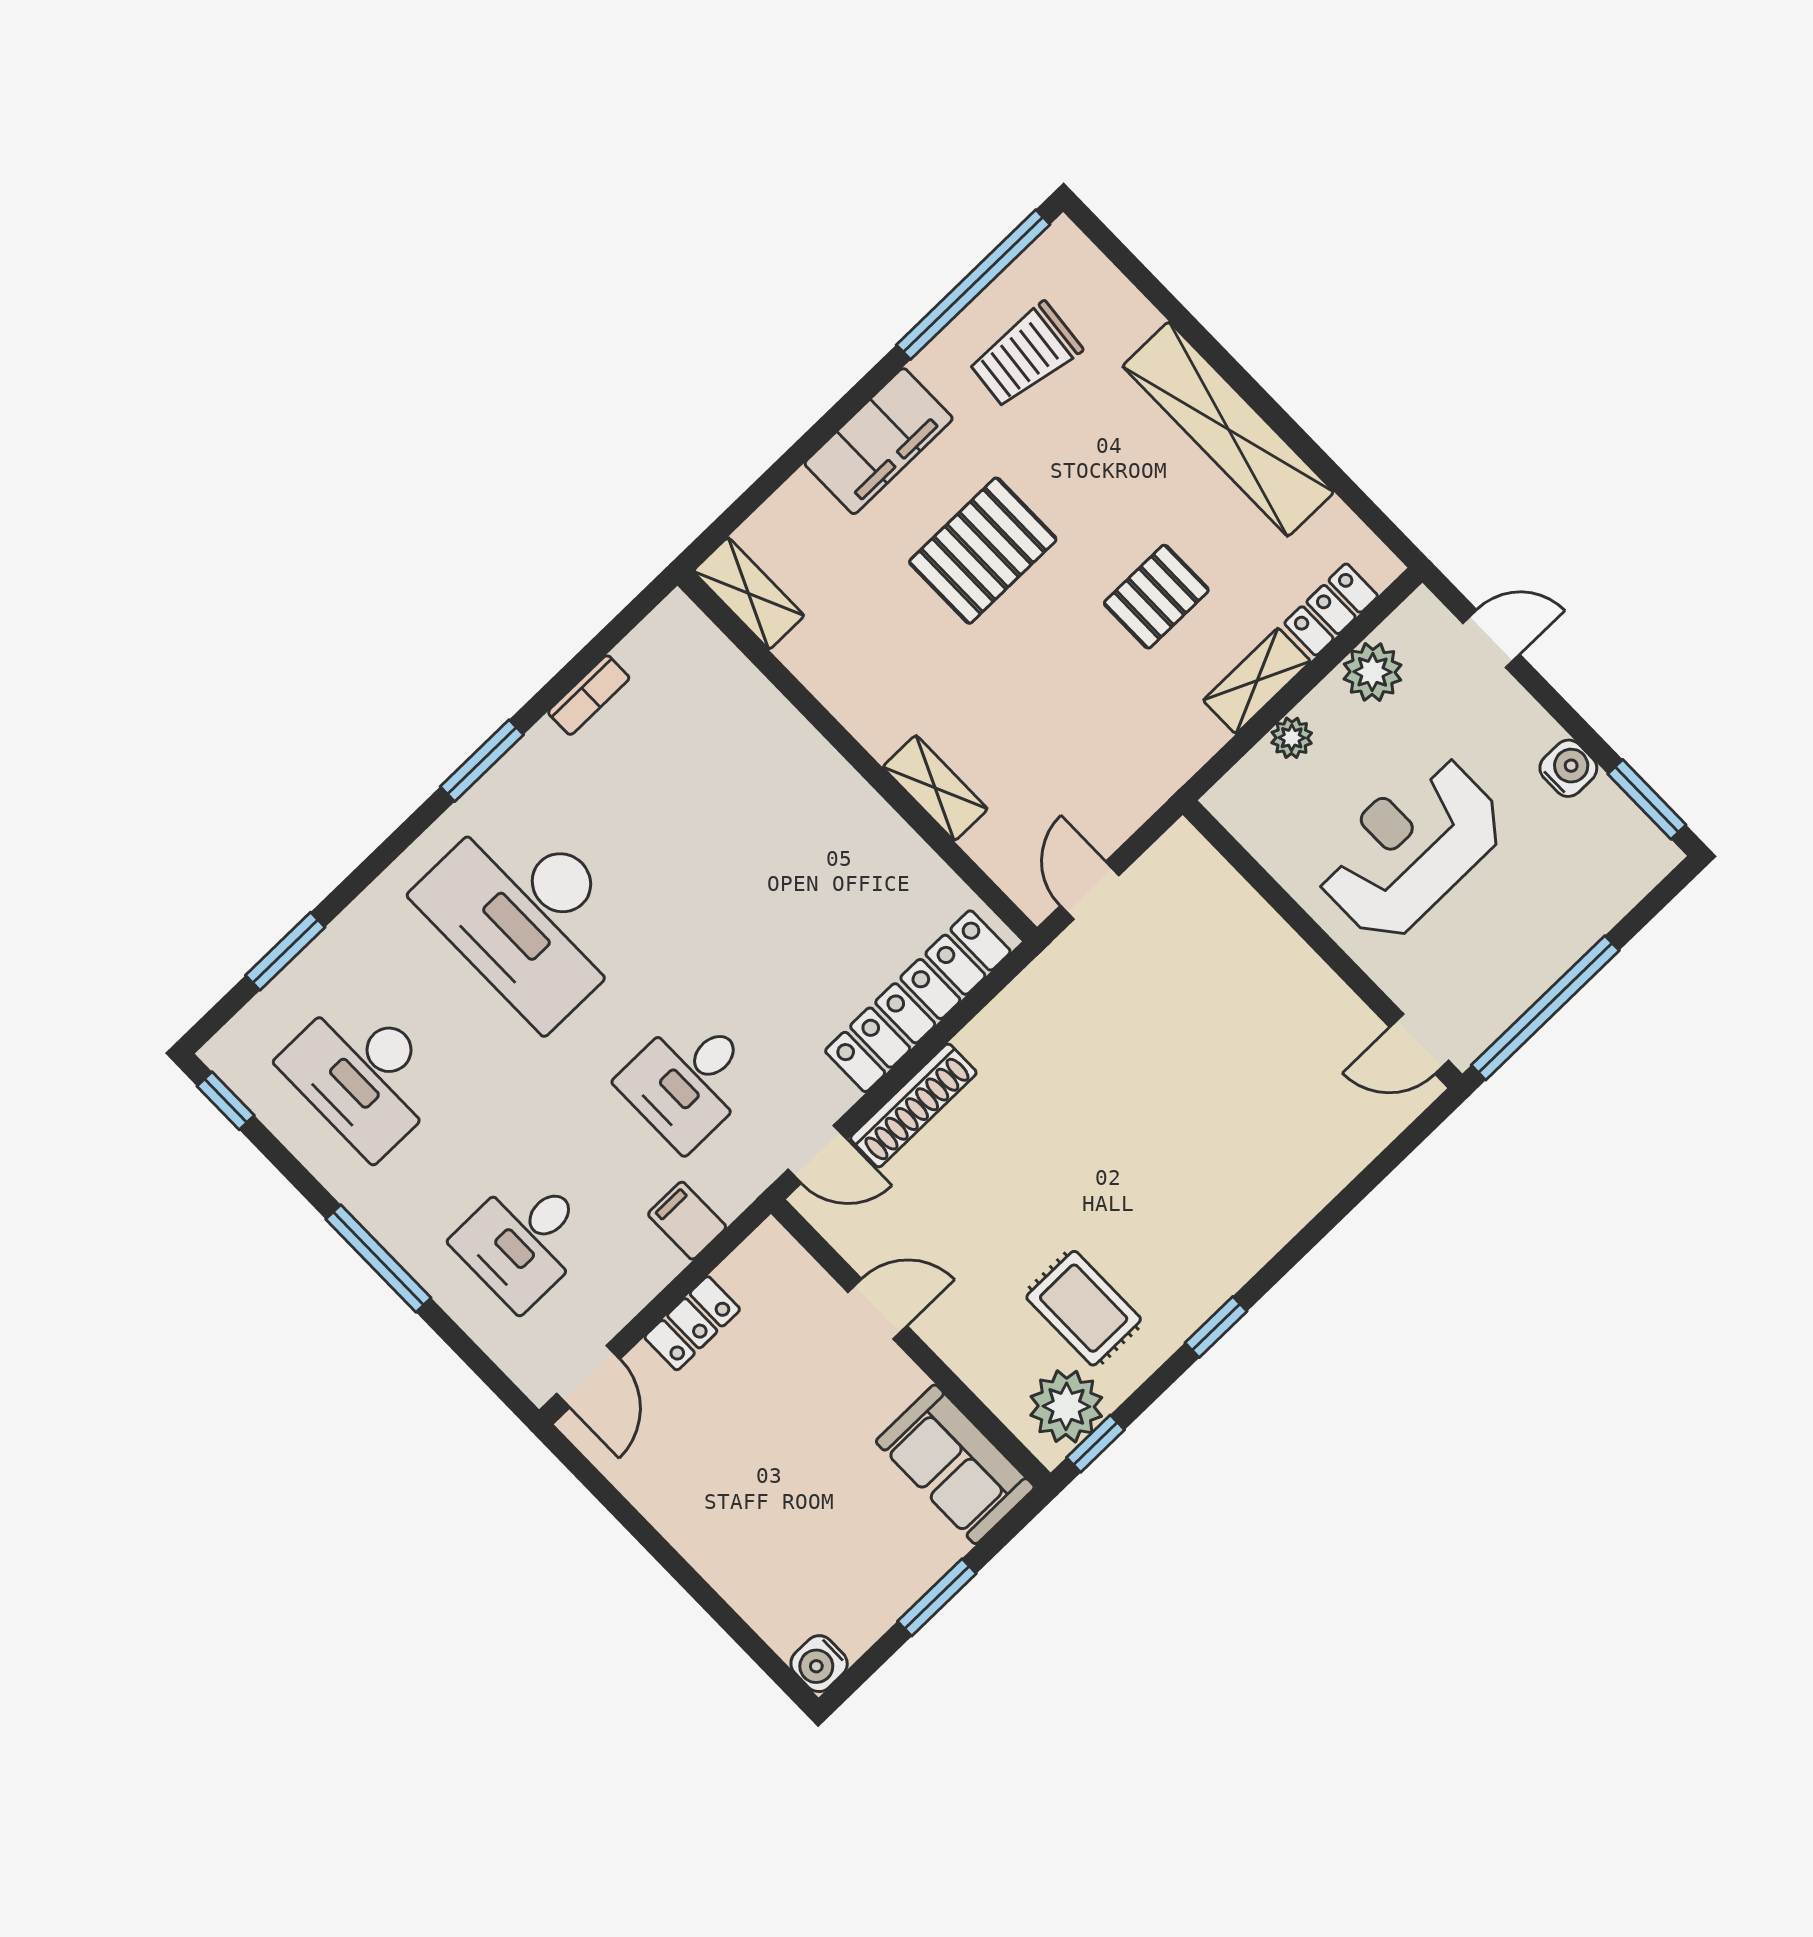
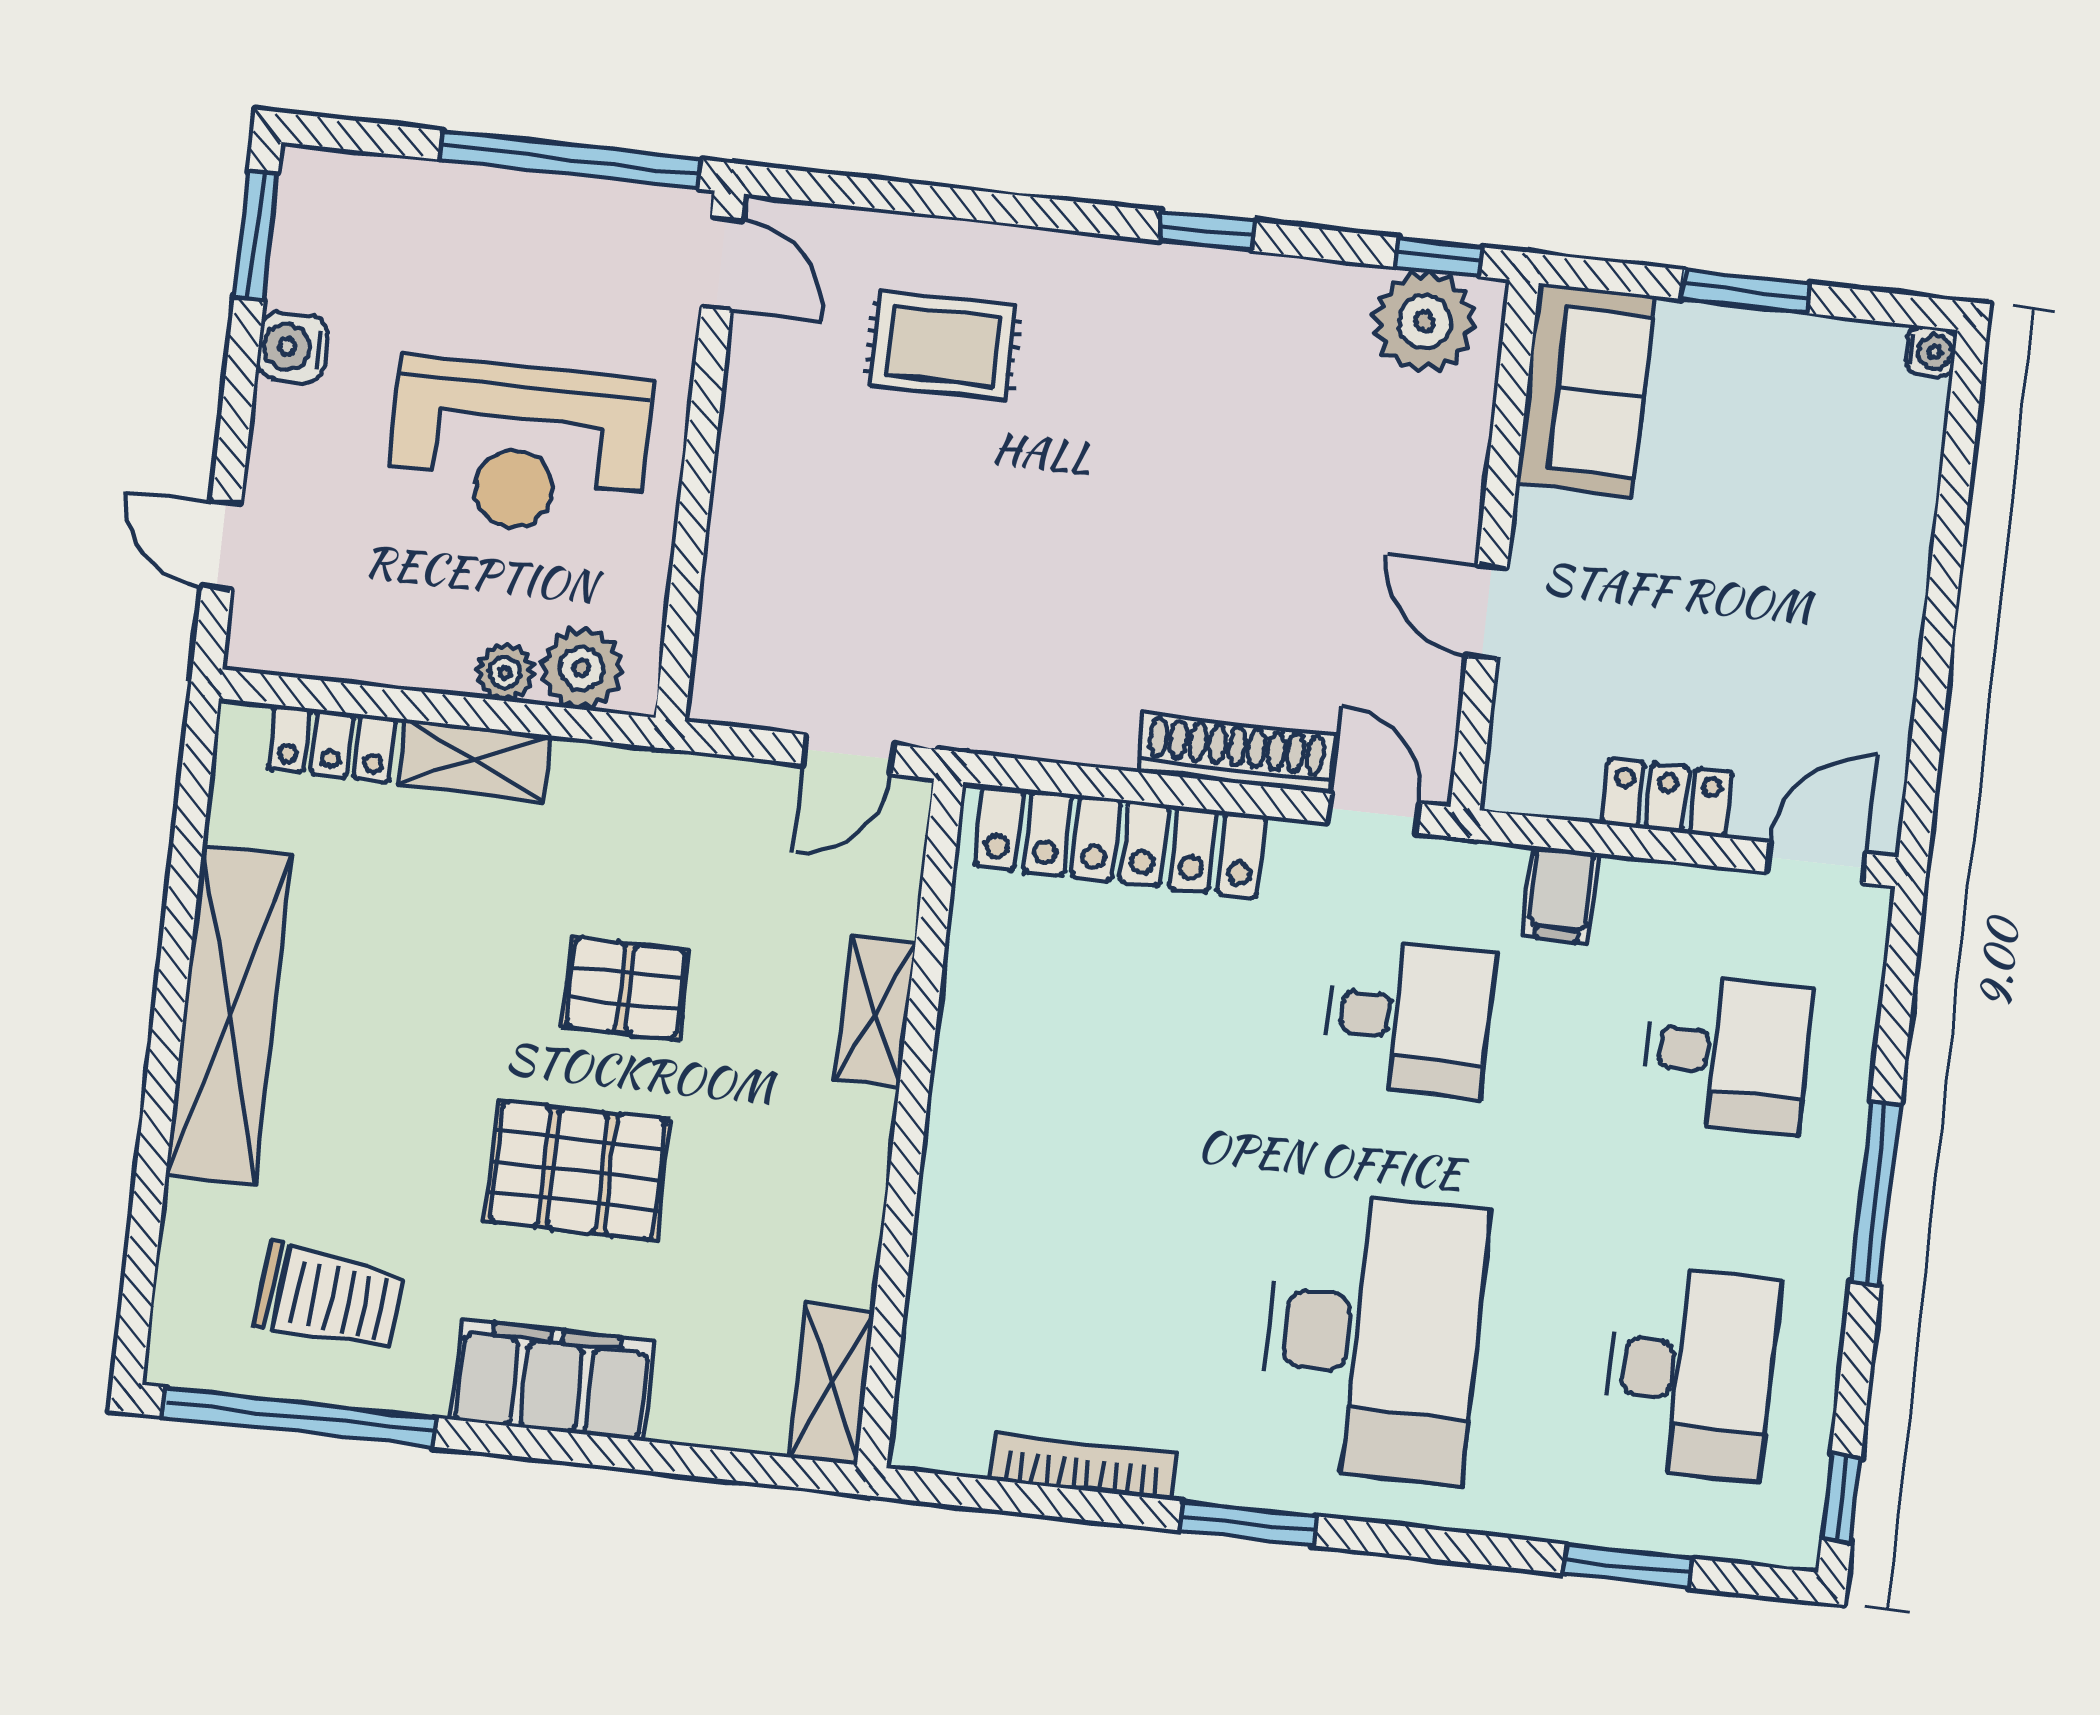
pallet: (1156, 597) -> (625, 988), moved
plant: (1372, 672) -> (581, 668), moved
bookcase: (589, 695) -> (1083, 1467), width x1.56
rug: (1084, 1308) -> (943, 346), moved, turned 90
water cooler: (819, 1664) -> (1931, 351), width x0.72, depth x0.72

